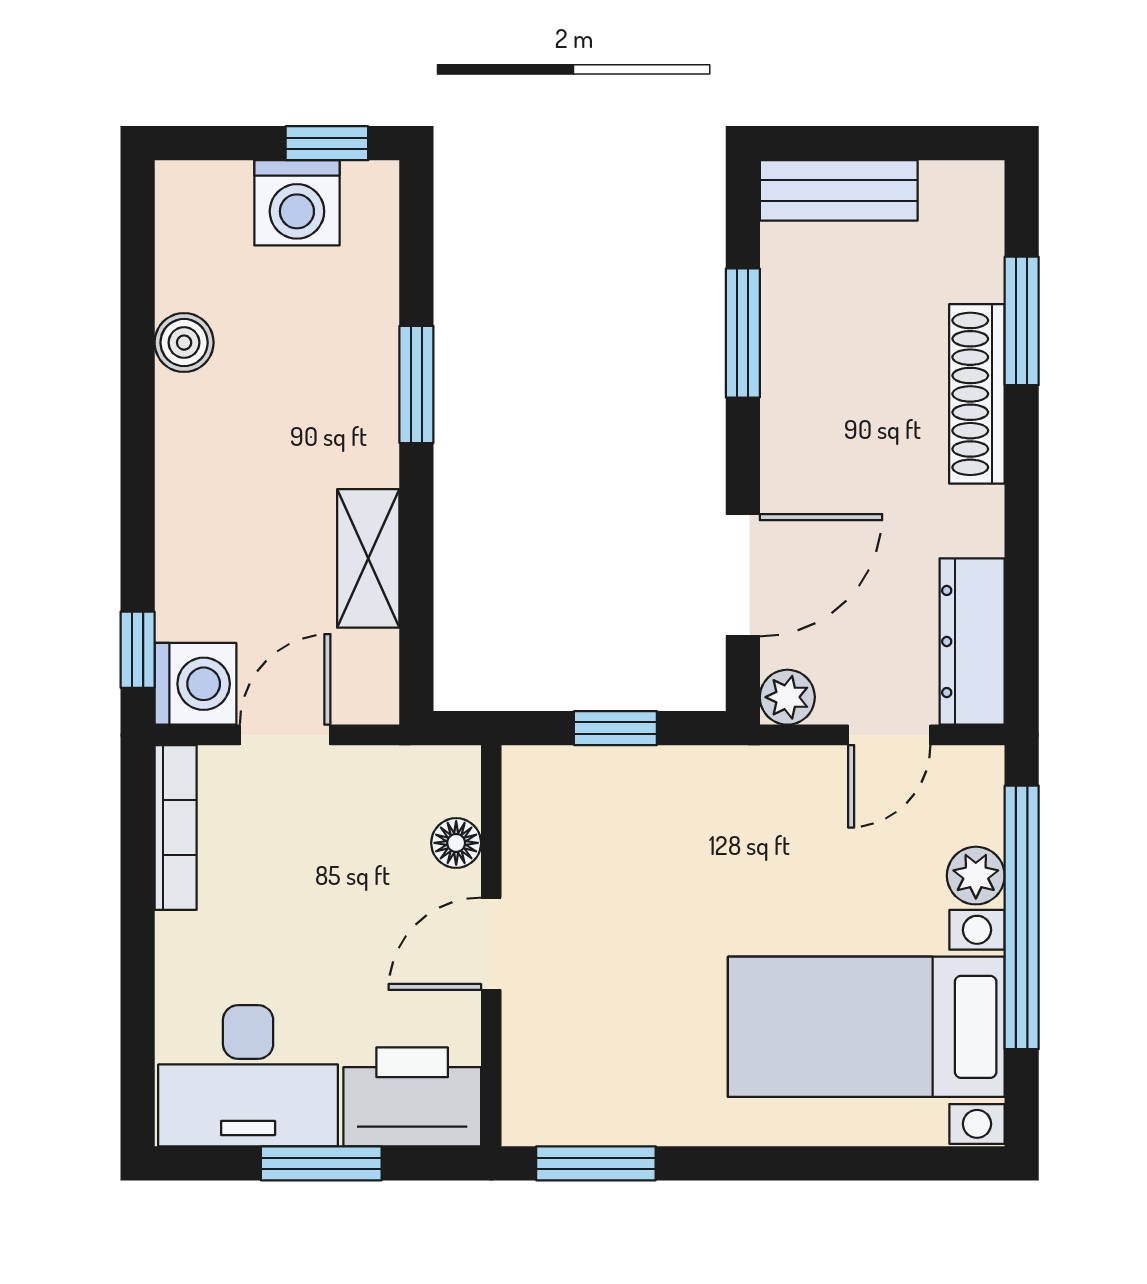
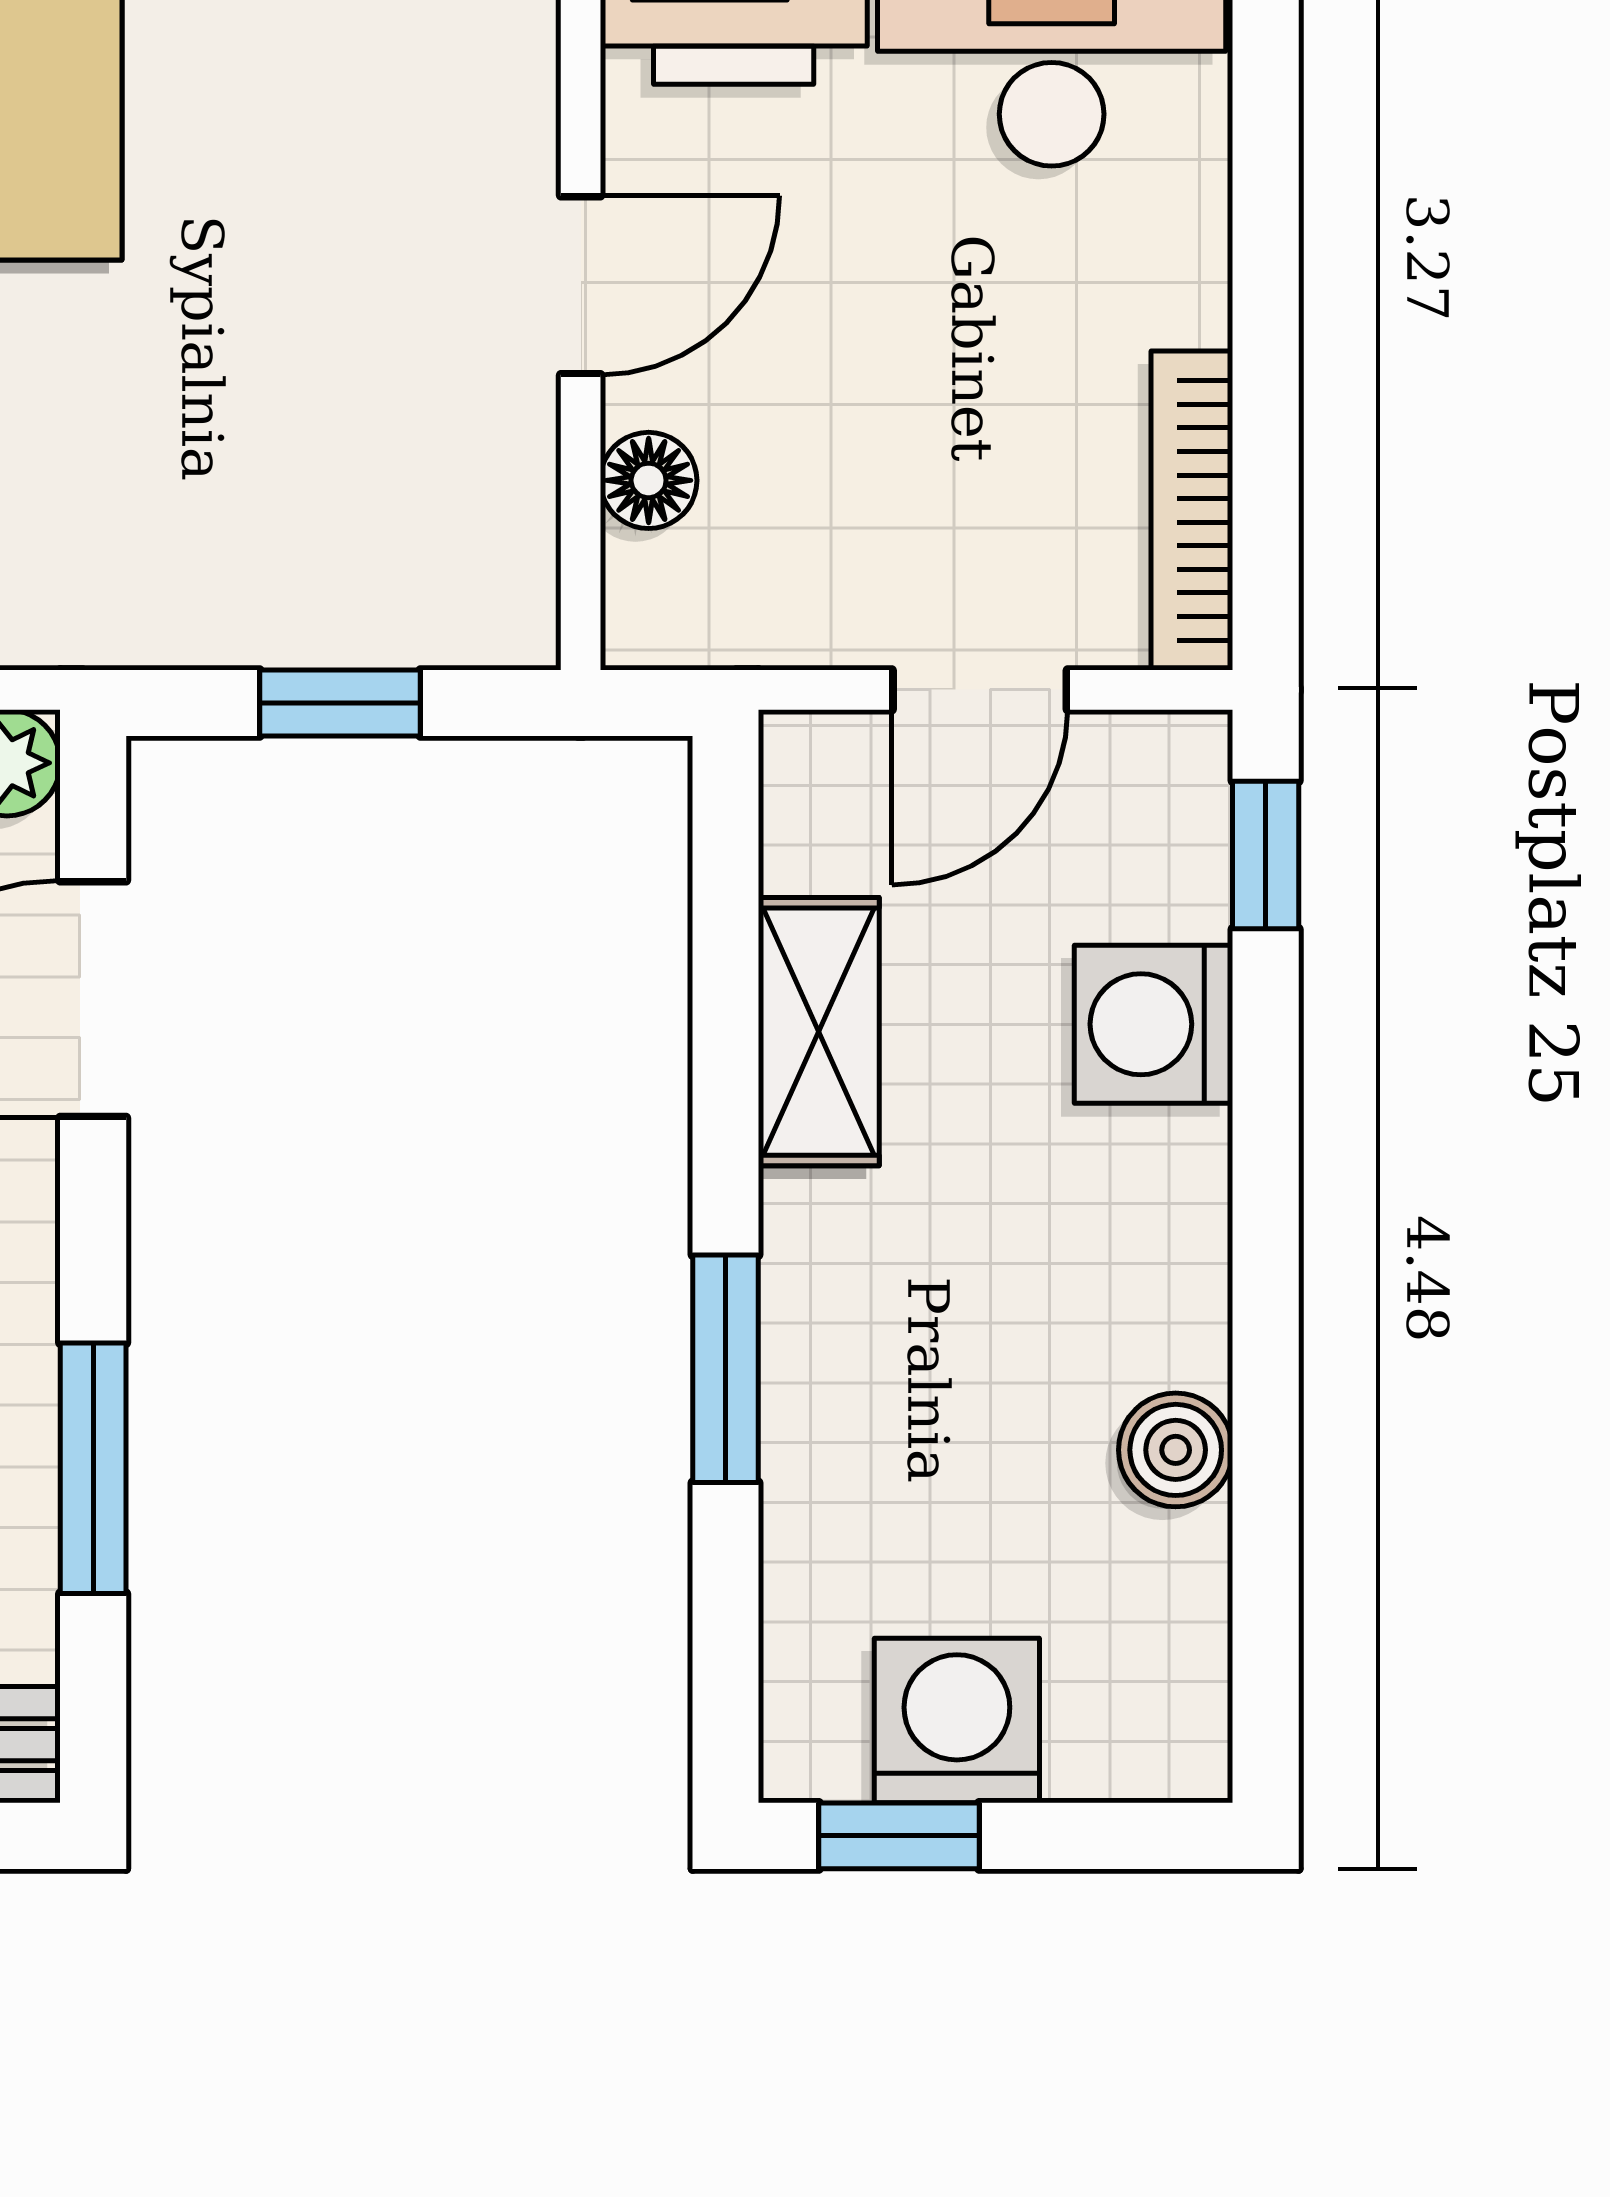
washing machine: (195, 684) -> (1154, 1024), moved

